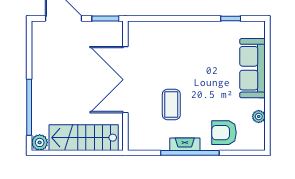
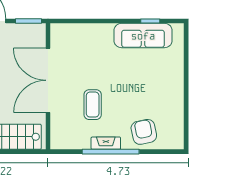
sofa: (252, 68) -> (143, 36), moved, turned -90
plant: (259, 117) -> (178, 116), removed
armchair: (224, 133) -> (144, 132), turned 78

